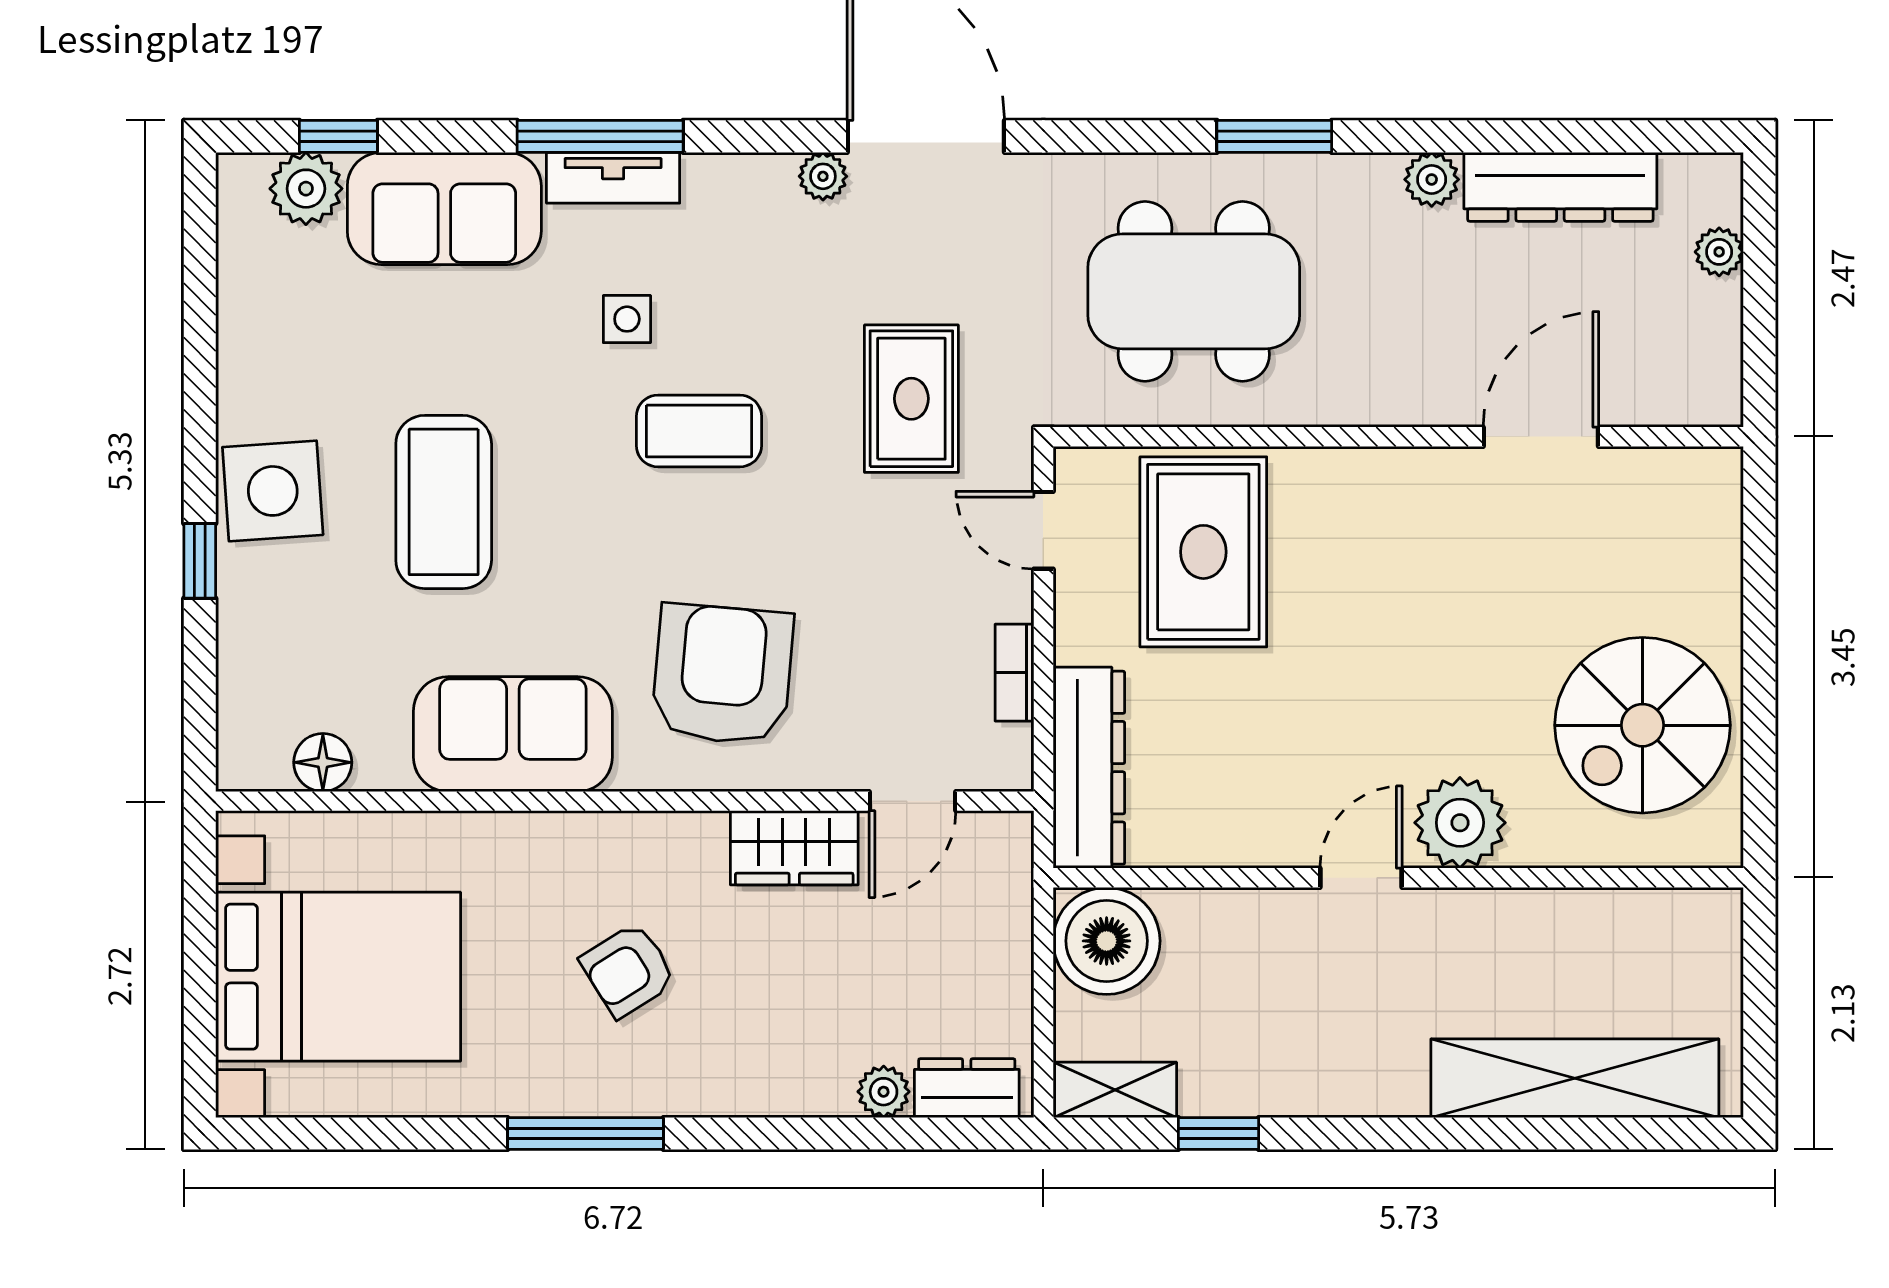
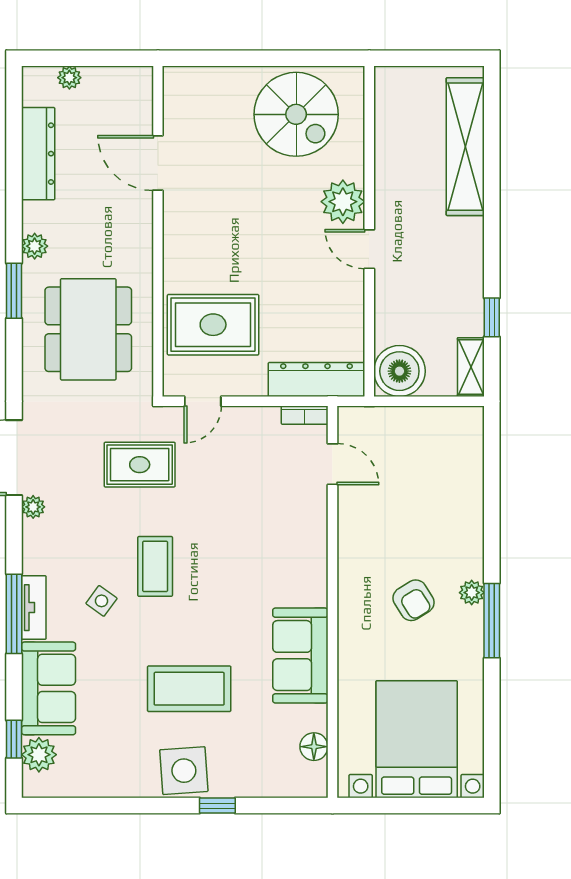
plant: (1432, 179) -> (35, 246), moved
side table: (627, 319) -> (101, 601), turned 36
bookcase: (1014, 673) -> (305, 415), moved
armchair: (722, 674) -> (272, 555), removed
wardrobe: (794, 848) -> (355, 521), removed
dresser: (967, 1088) -> (470, 438), removed
plant: (884, 1092) -> (472, 593), moved

